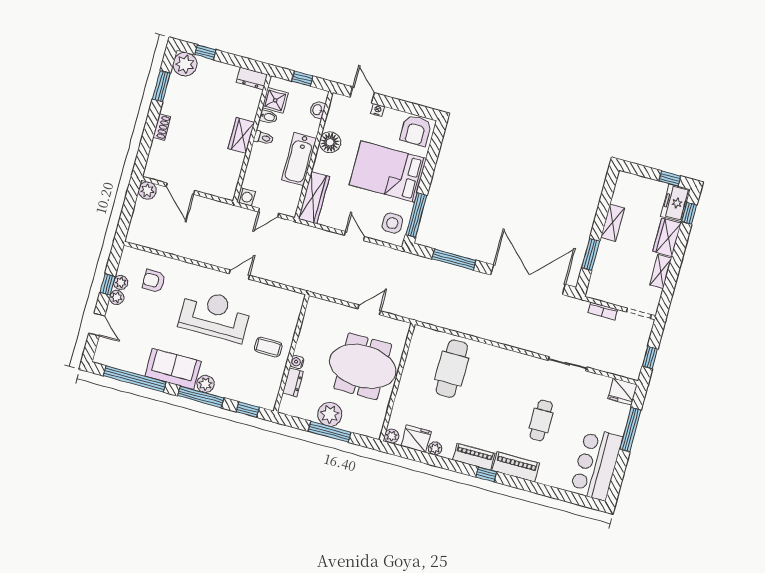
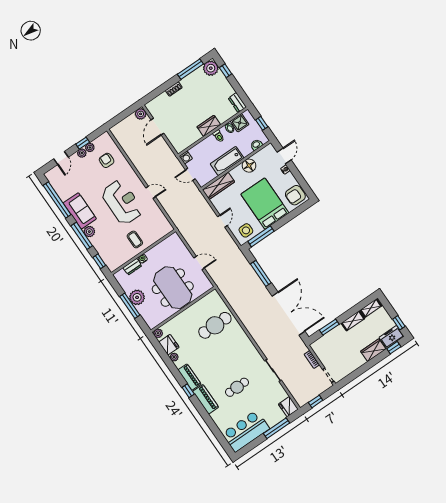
window: (161, 86) -> (190, 69), width x1.44
shelving: (661, 272) -> (371, 308), moved

